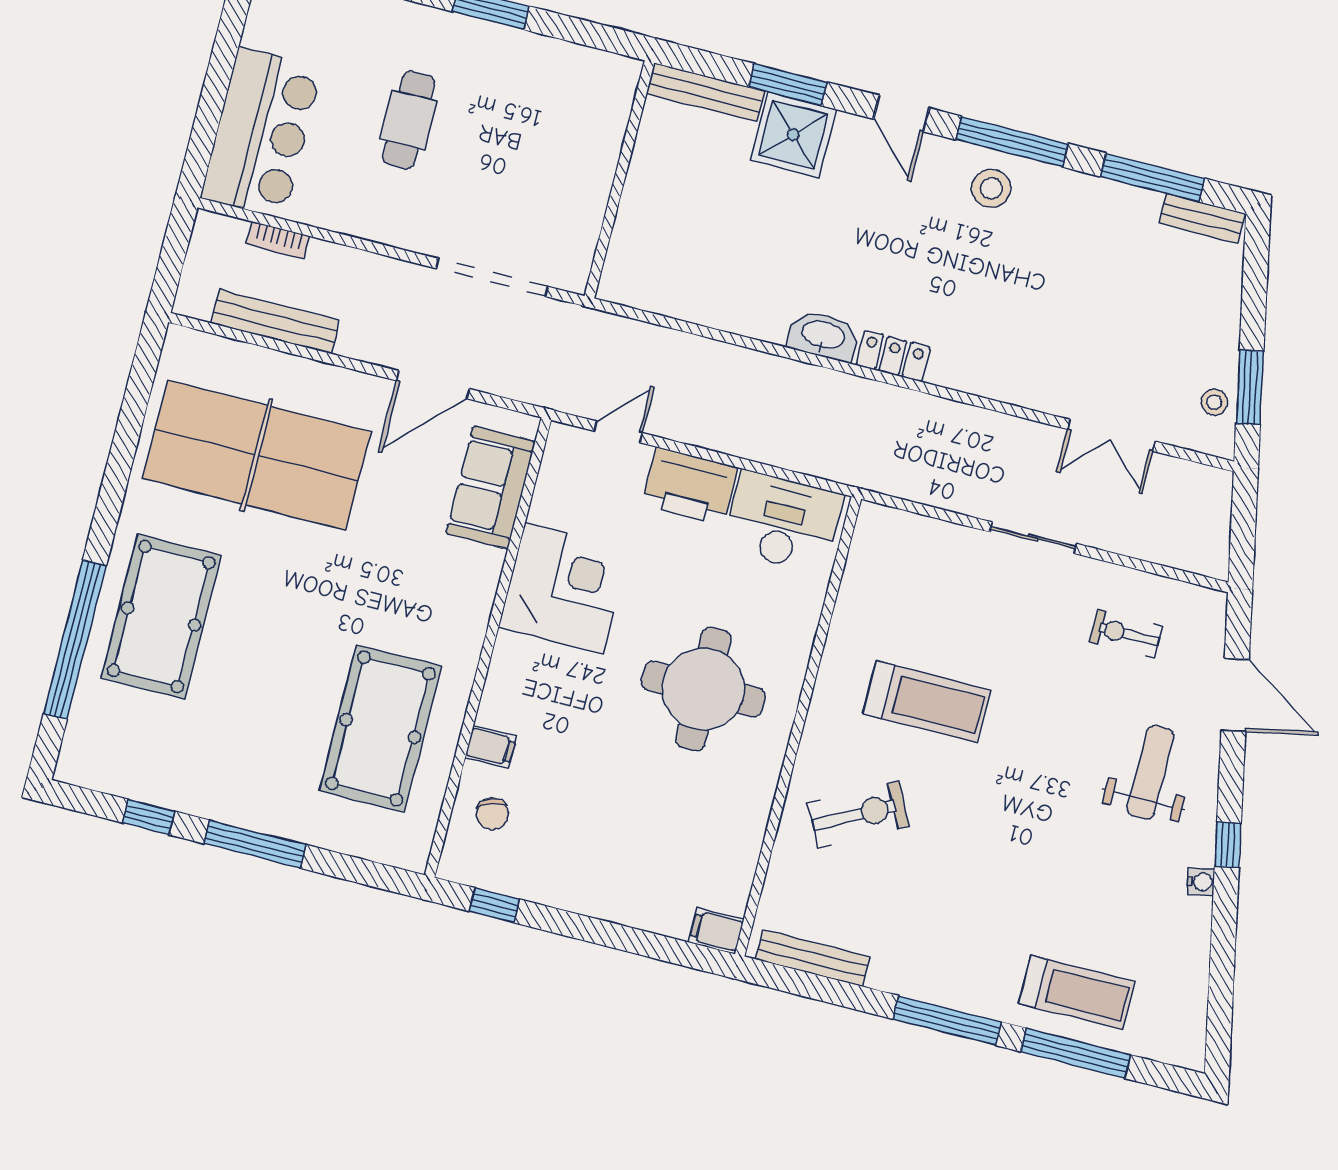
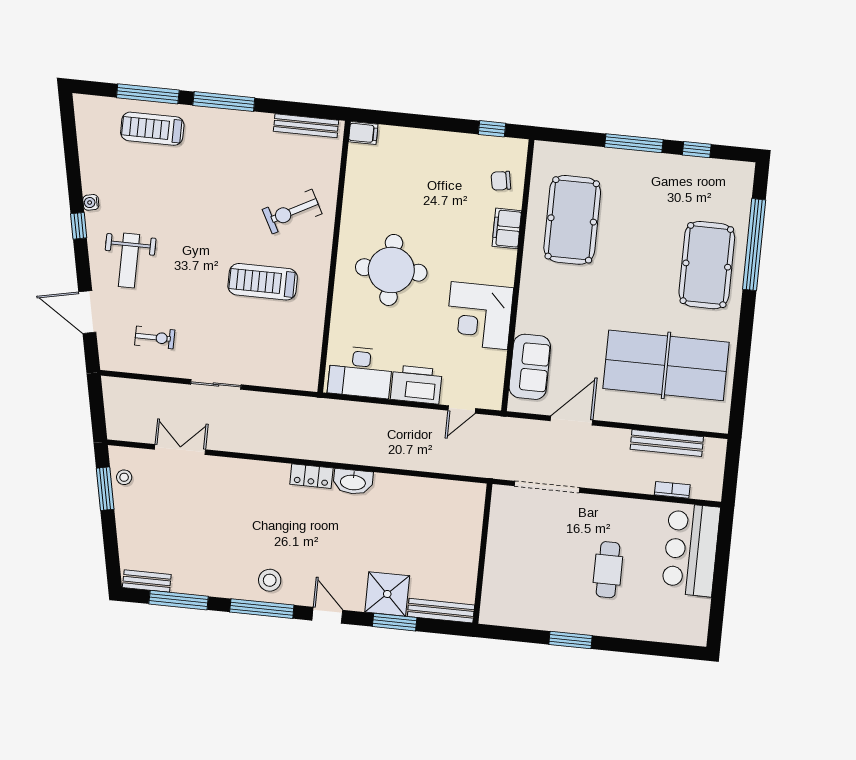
filing cabinet: (491, 747) -> (507, 228), width x2.00
chair: (492, 814) -> (501, 181), turned -81

